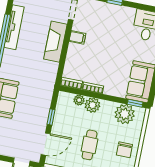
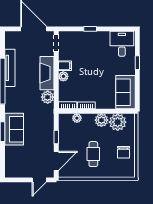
plant: (73, 49) -> (63, 76), added
plant: (50, 69) -> (48, 97), added
window: (135, 103) -> (125, 111), removed
plant: (92, 105) -> (101, 120), moved

